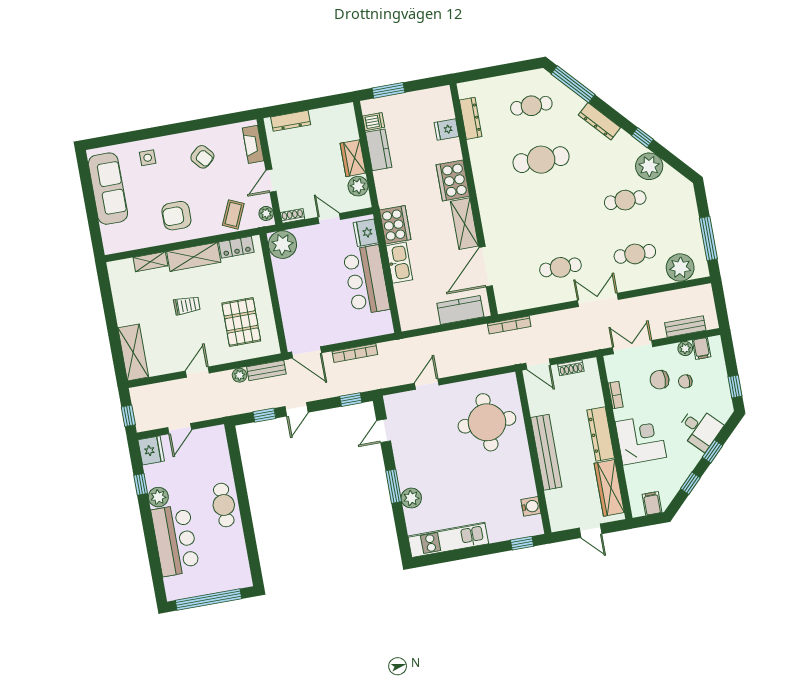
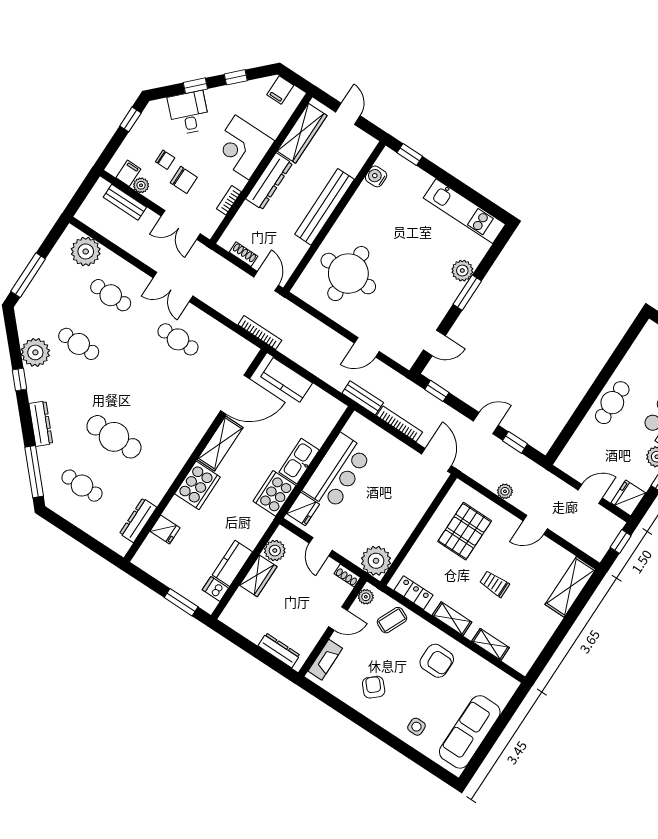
window: (708, 239) -> (28, 275), moved
shelving: (194, 257) -> (452, 619), width x0.67, depth x0.75
bench: (266, 370) -> (363, 398), moved

